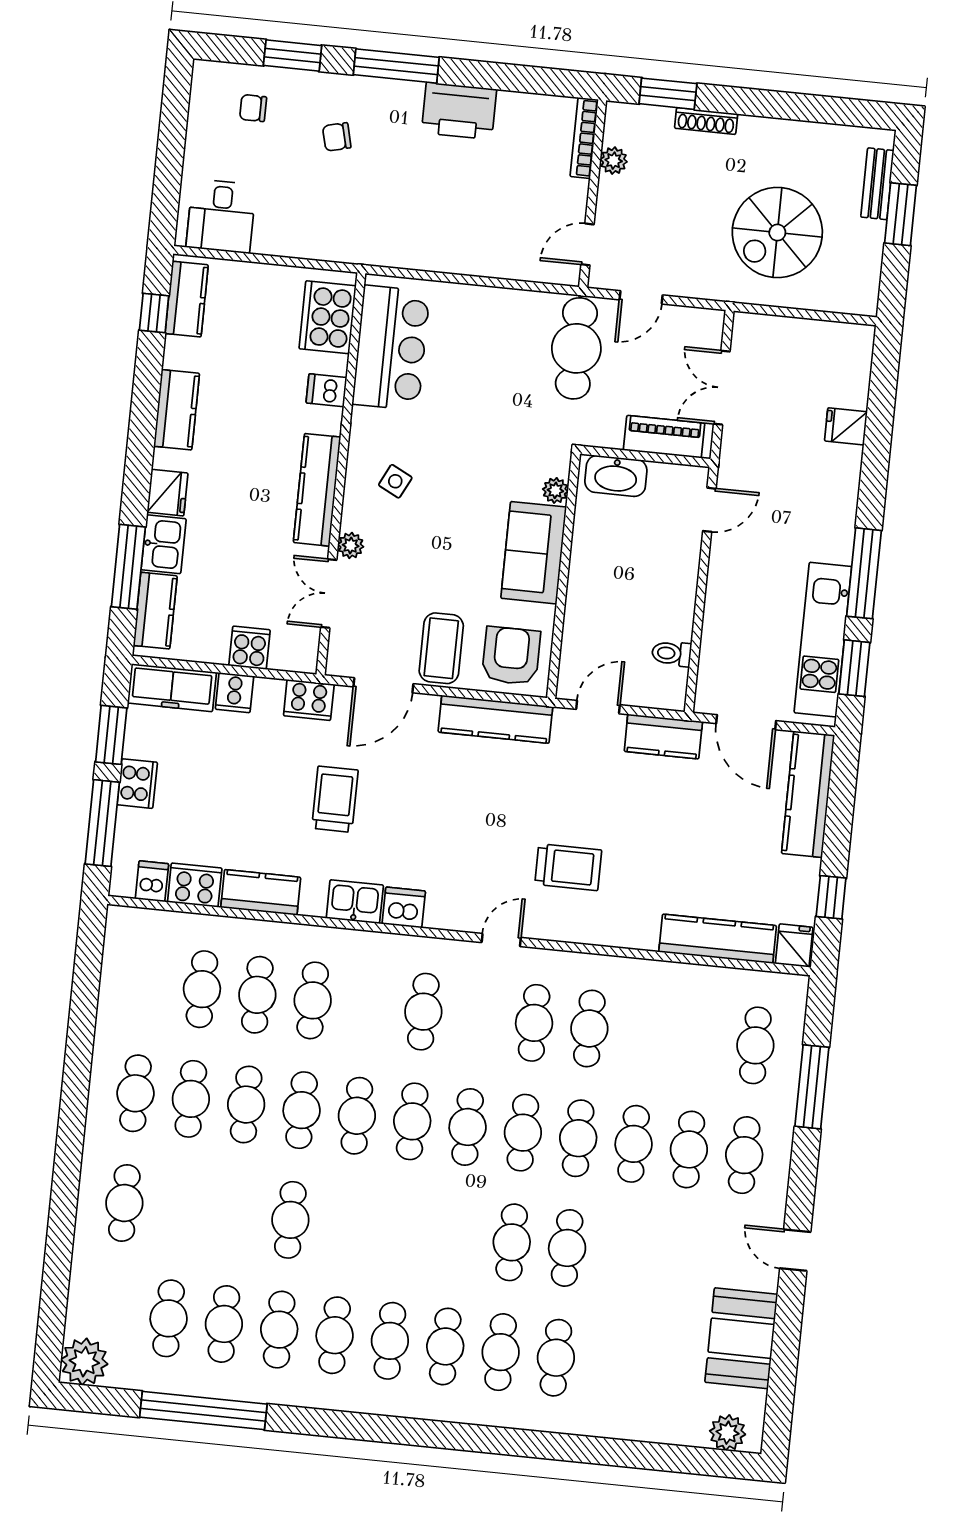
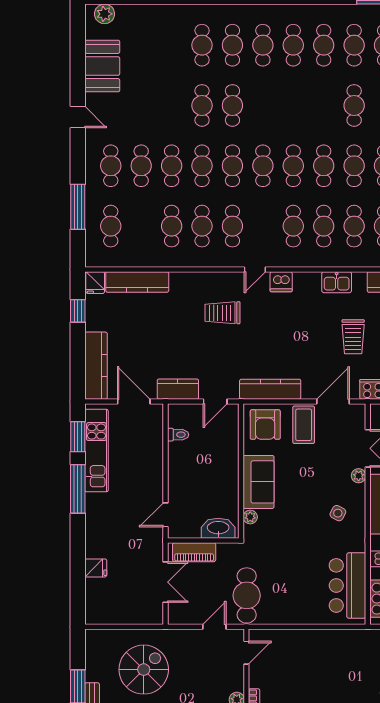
dishwasher: (404, 907) -> (281, 282), moved
cafe table: (368, 1006) -> (324, 226), added
cafe table: (645, 1034) -> (172, 226), added

